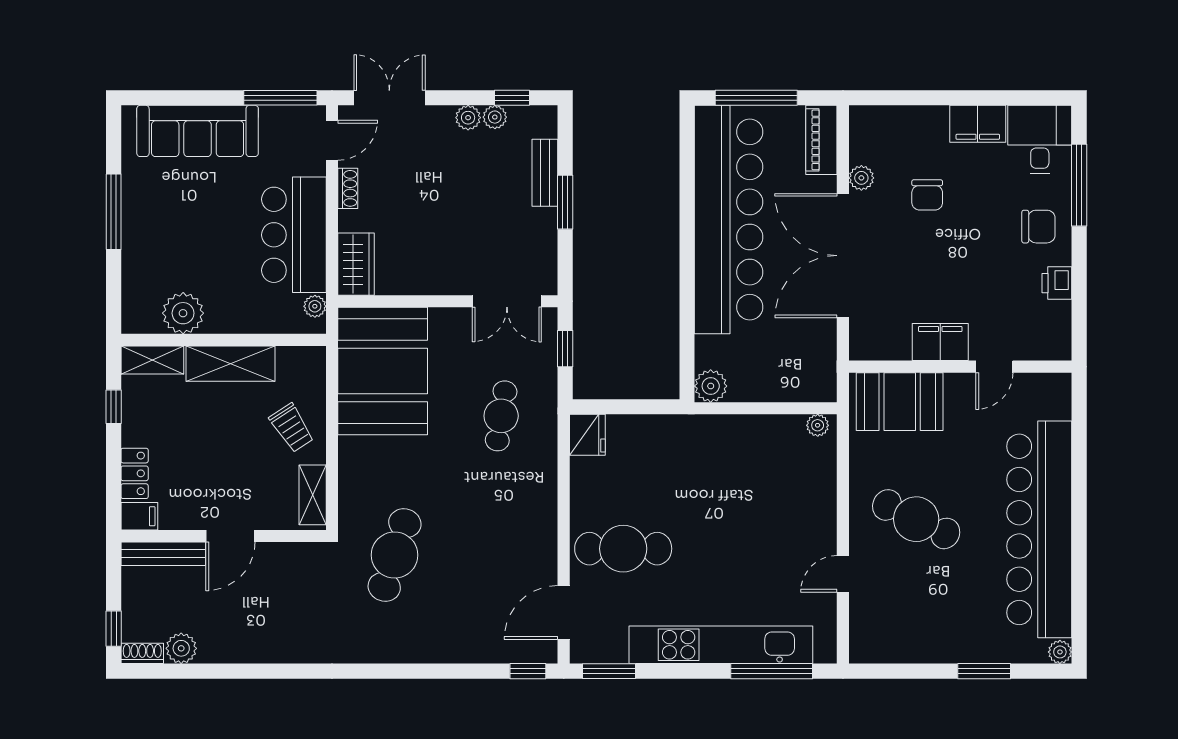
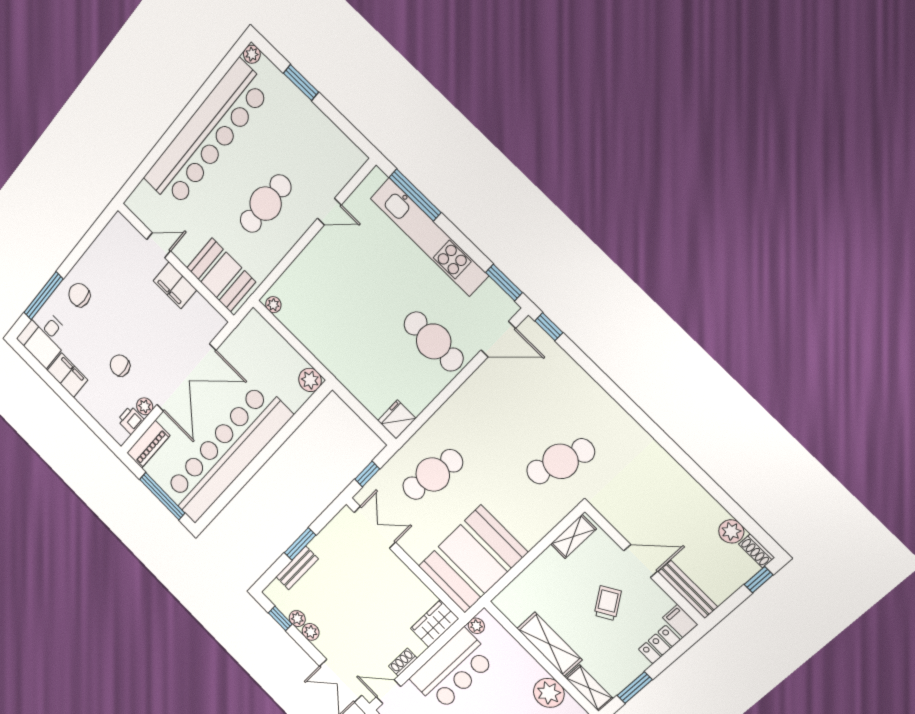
chair: (927, 195) -> (120, 366), turned -95
printer: (1057, 283) -> (131, 420), moved, turned 180
window: (114, 407) -> (635, 688), width x1.50
cafe table: (501, 416) -> (433, 474), width x1.37, depth x1.35
trolley: (292, 428) -> (608, 603), moved
cafe table: (916, 519) -> (266, 204), turned 64

